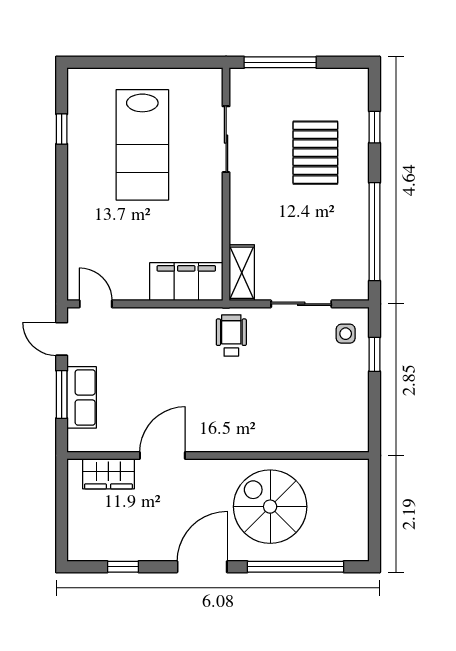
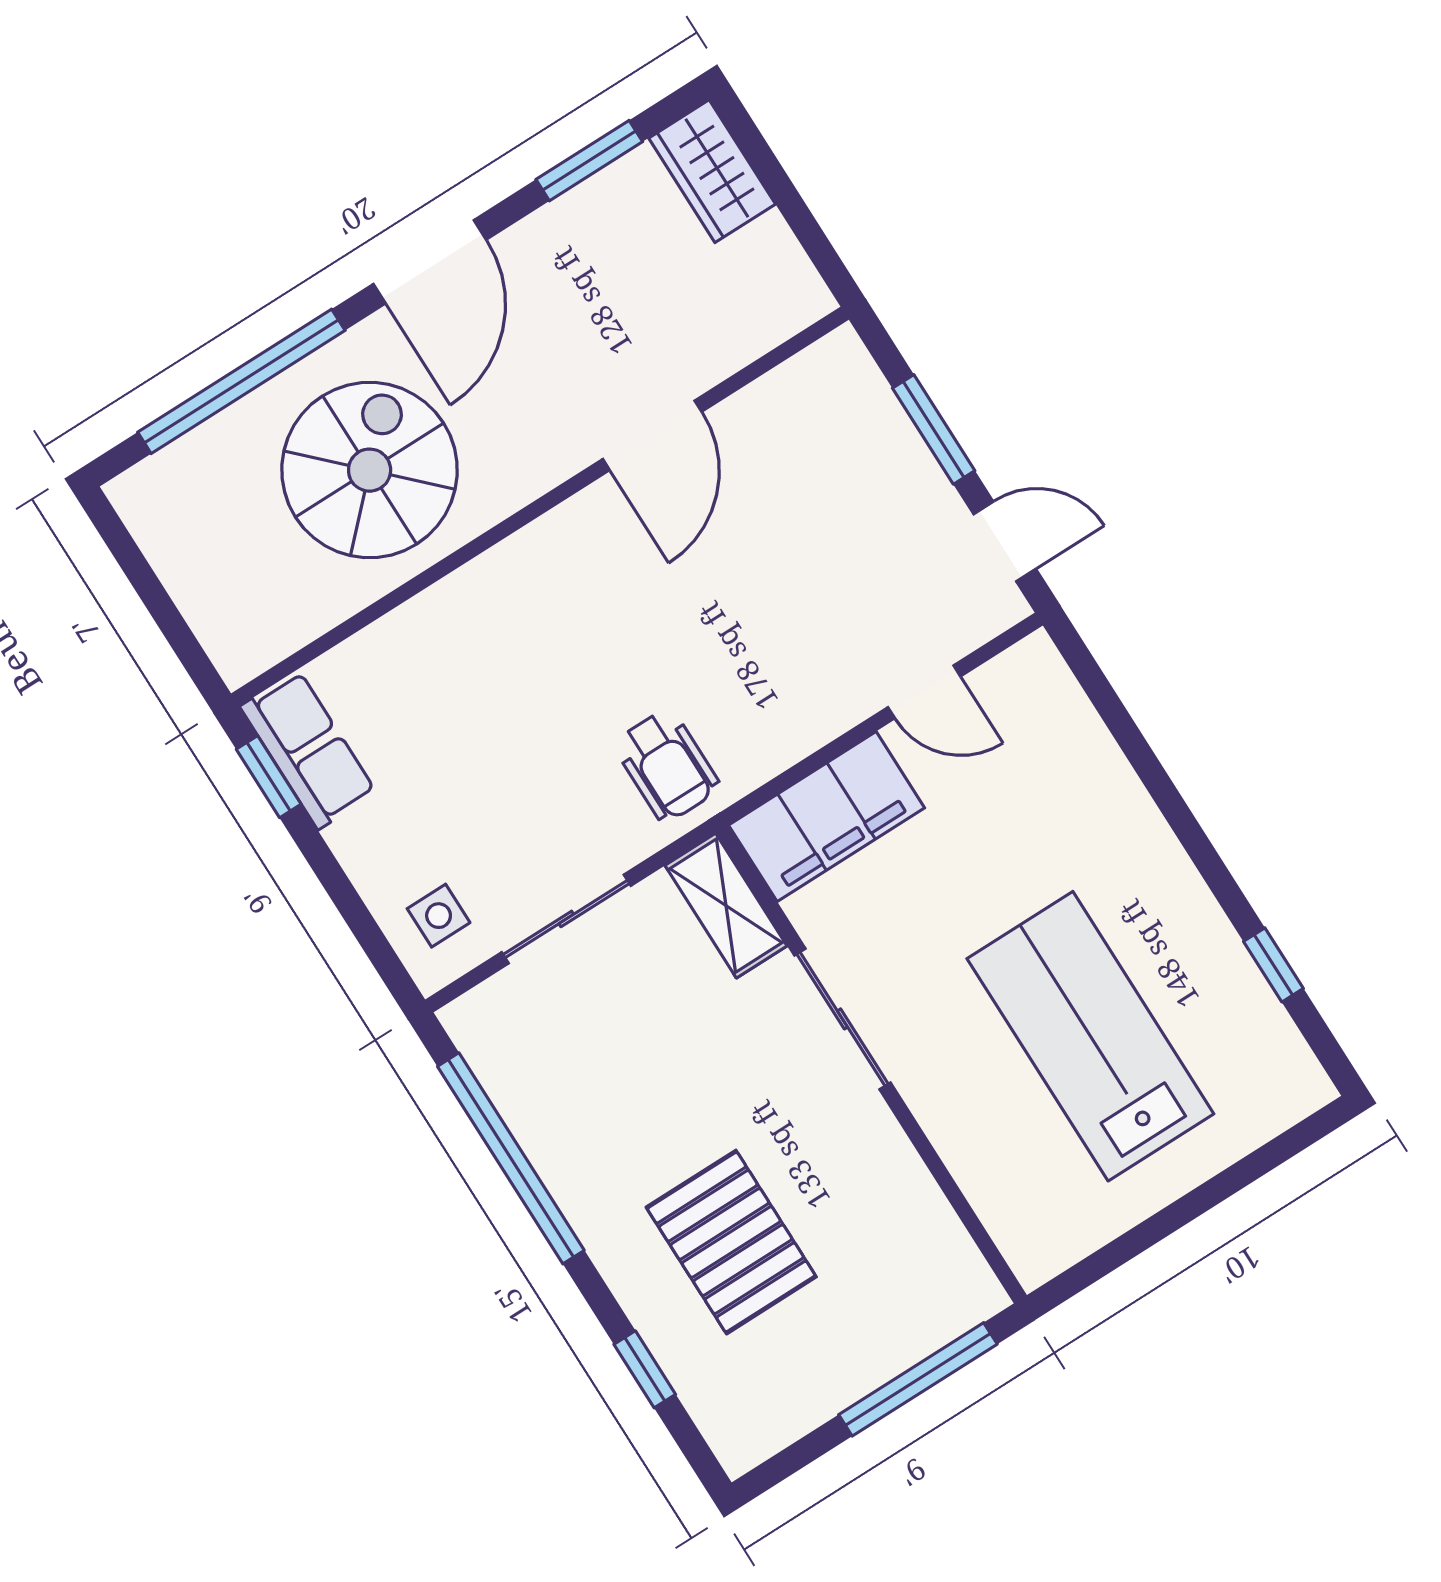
sliding door: (226, 139) -> (843, 1019), moved
door: (96, 304) -> (924, 692), moved
window: (375, 354) -> (269, 777), moved
row of seats: (82, 397) -> (308, 750), moved, turned 180
wardrobe: (108, 474) -> (712, 171), moved, turned -90
spiral stairs: (270, 507) -> (370, 470), turned -90
window: (123, 567) -> (589, 161), width x1.50

